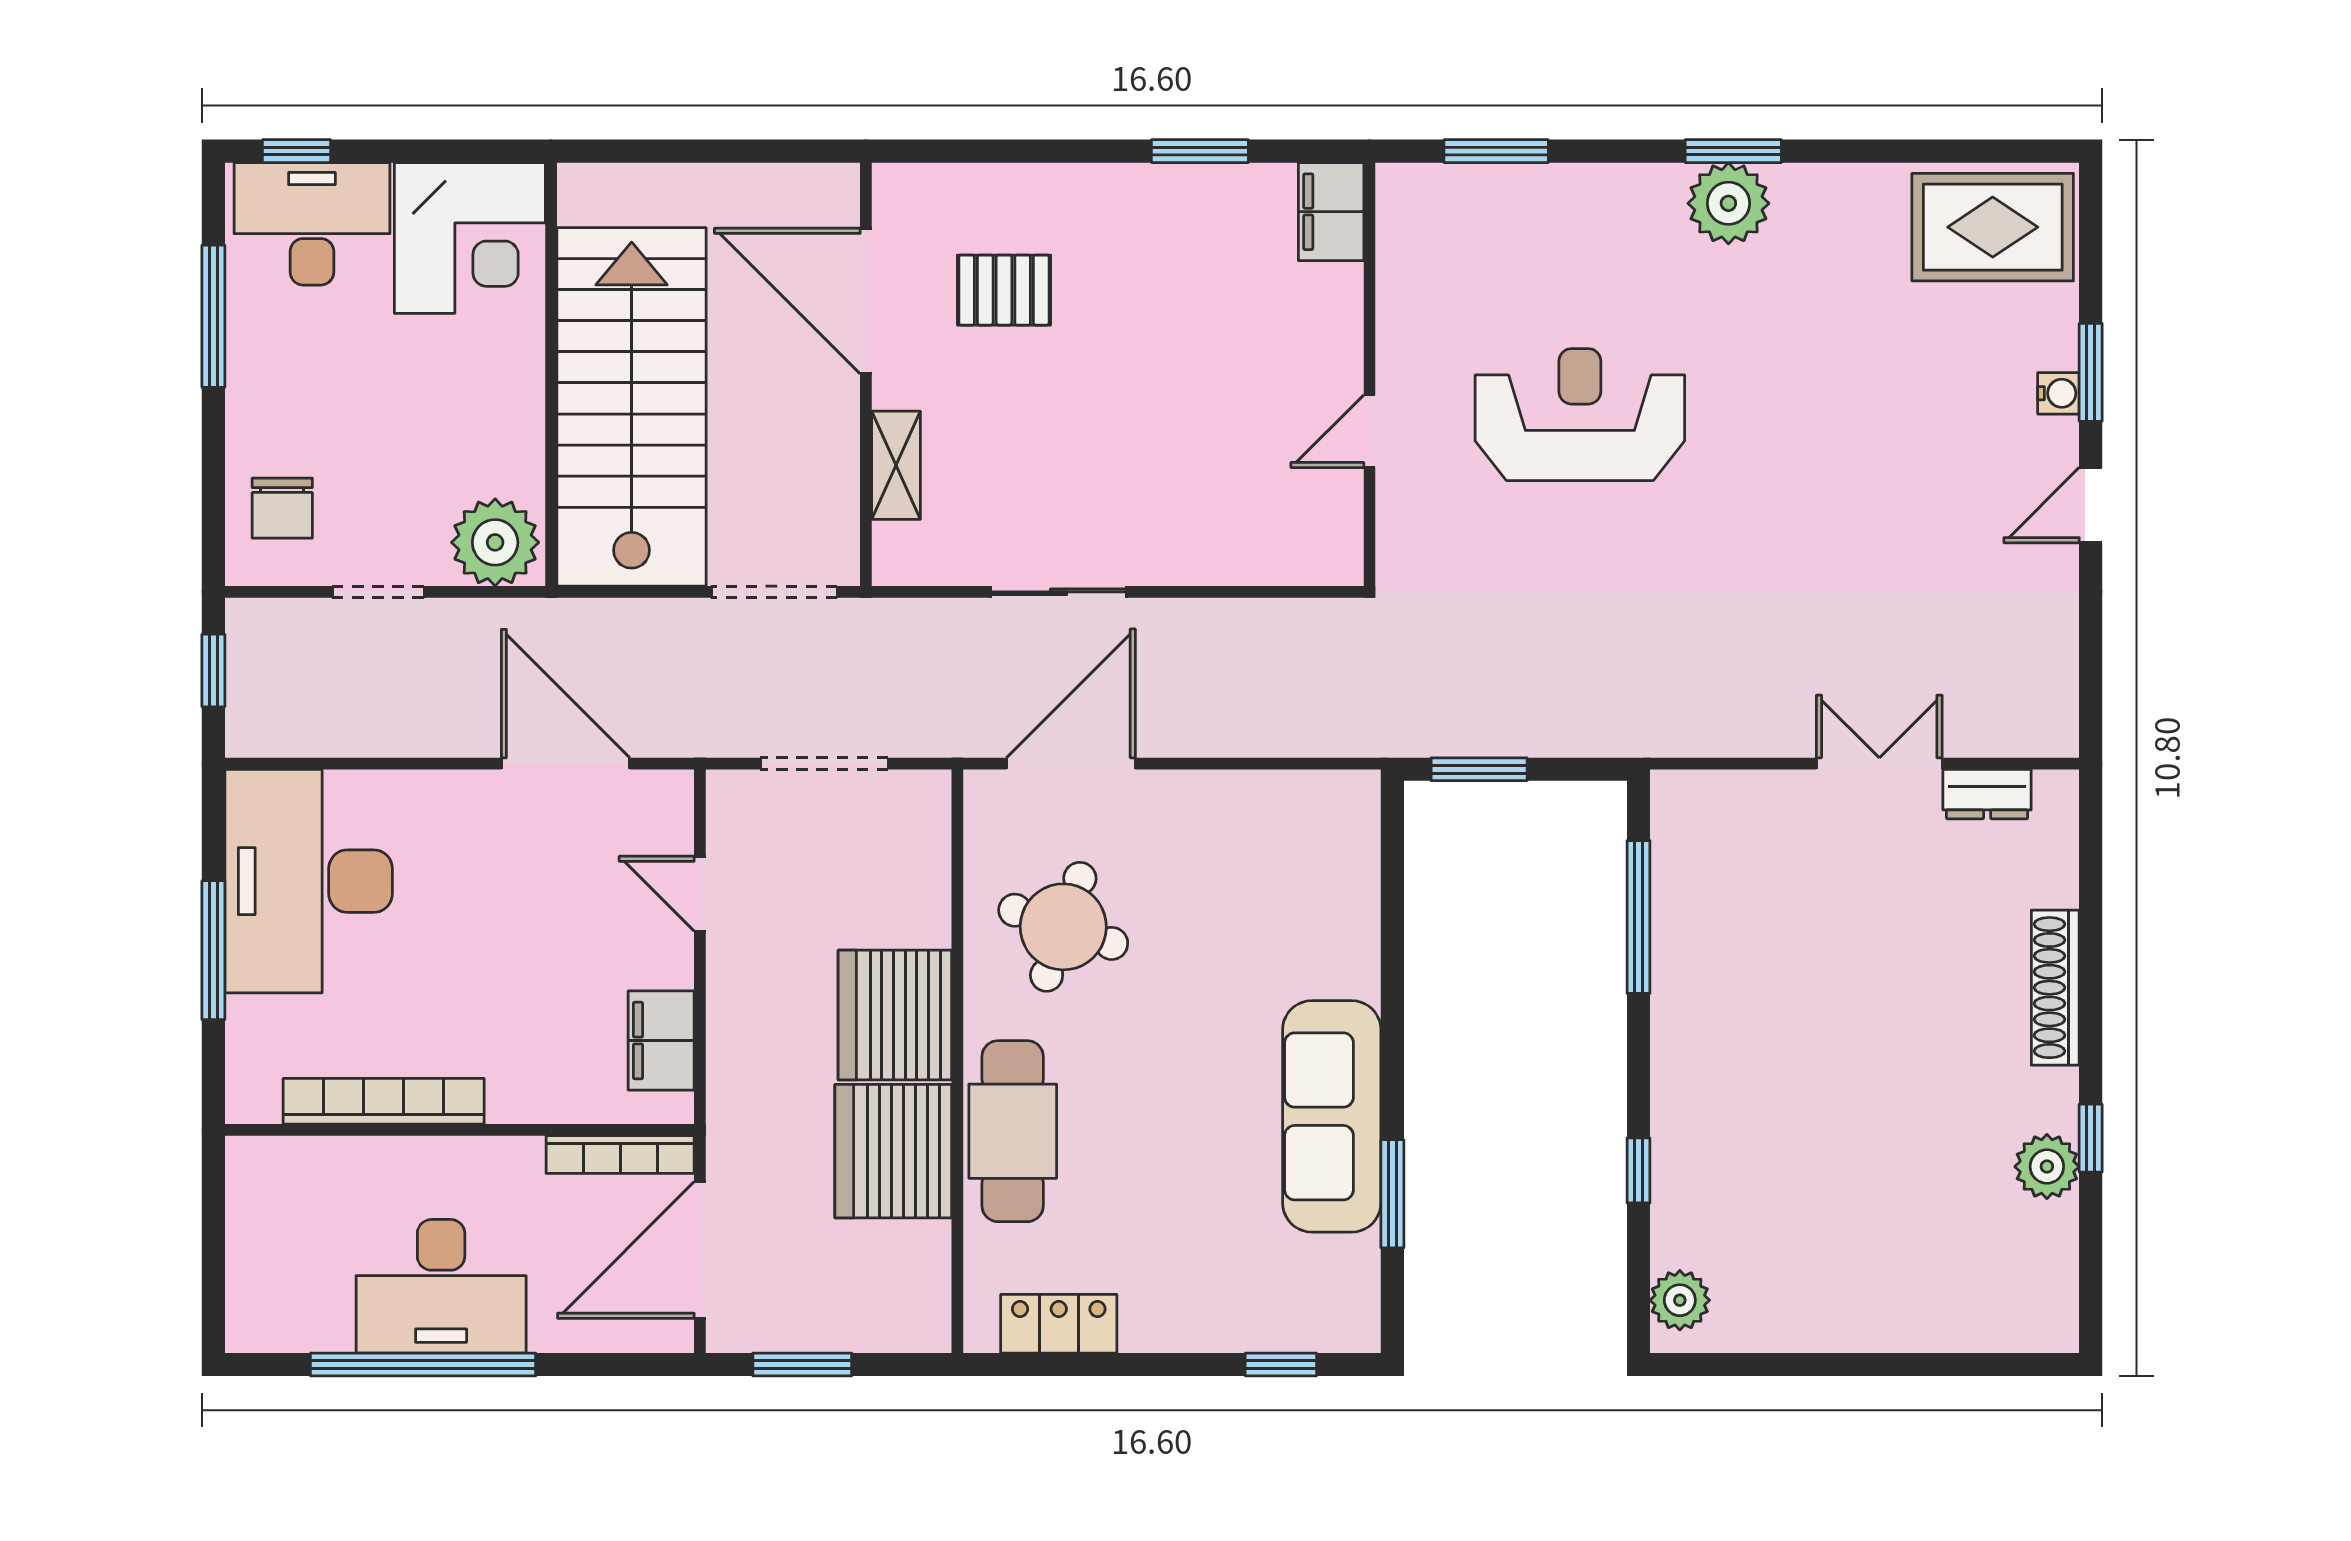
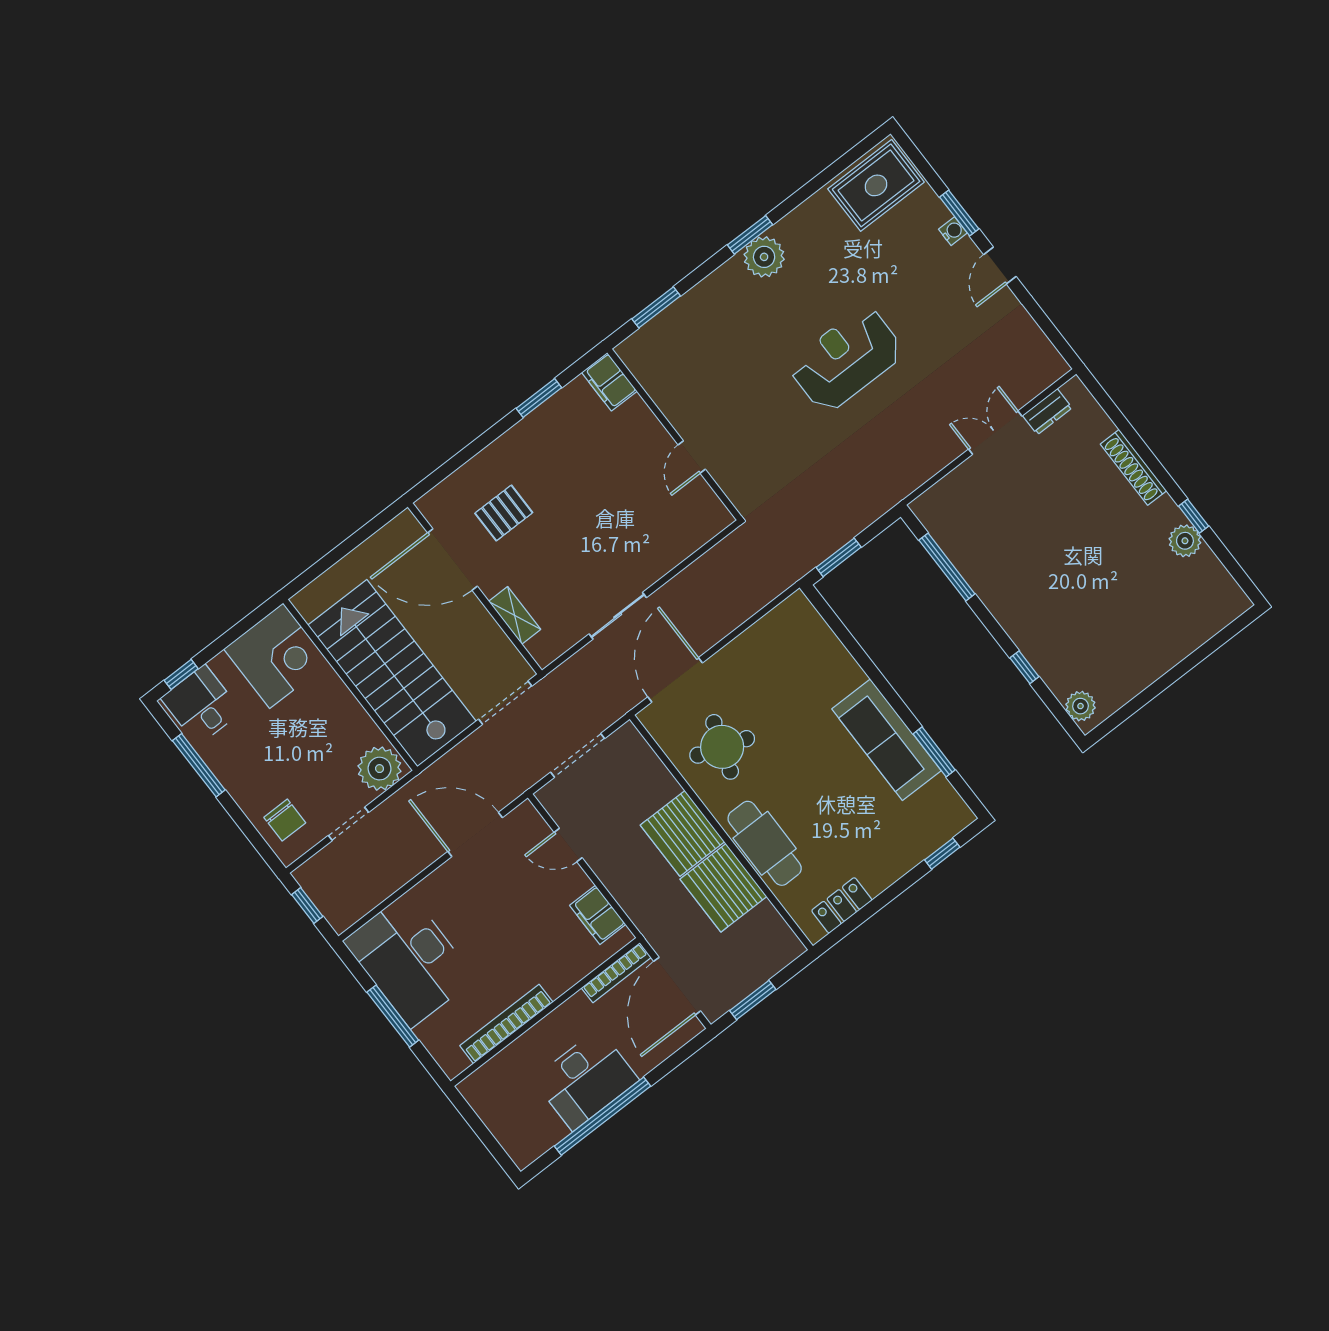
desk: (312, 224) -> (201, 705), width x0.73
reception desk: (1580, 415) -> (846, 359), moved

